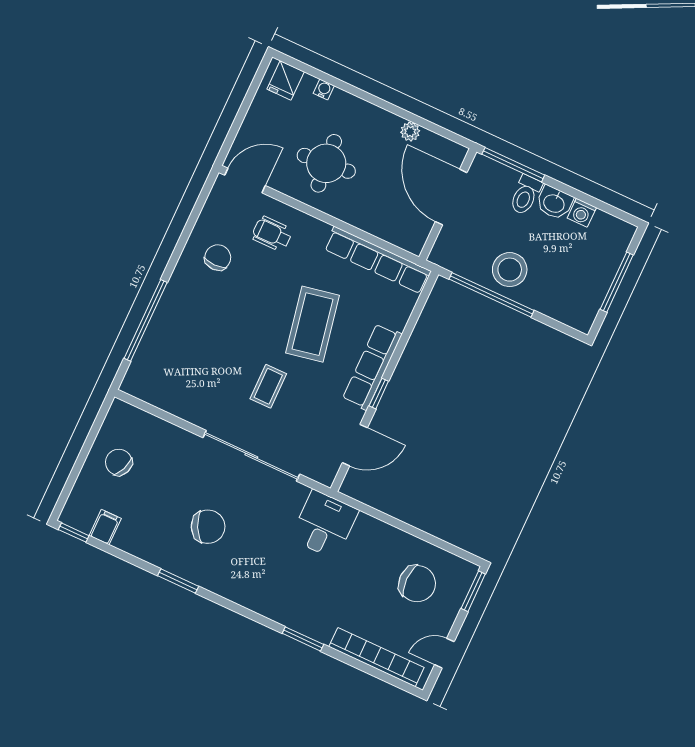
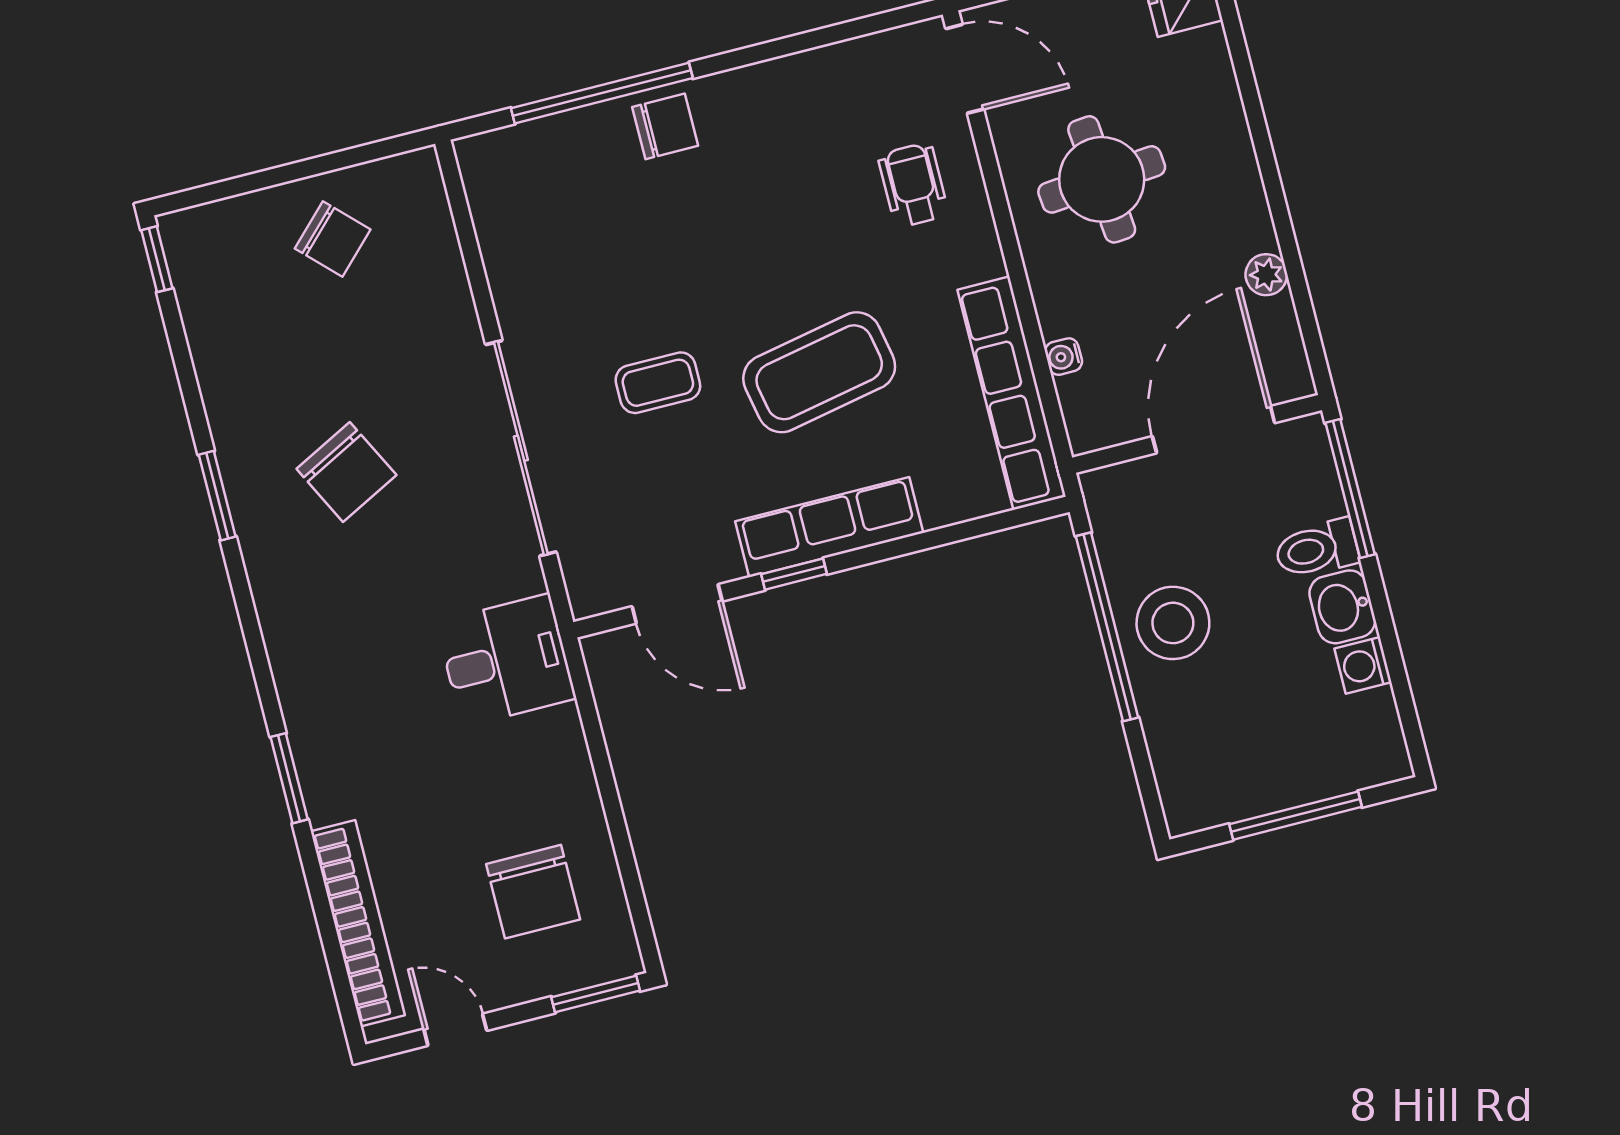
water cooler: (324, 90) -> (1064, 357), moved, turned 180
chair: (218, 258) -> (665, 126), moved
chair: (119, 462) -> (333, 239), turned 113
filing cabinet: (105, 527) -> (208, 304), removed

